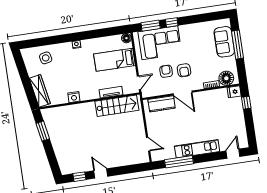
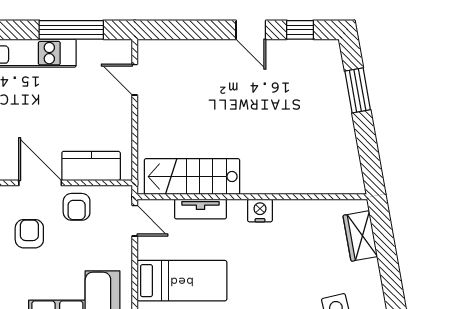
armchair: (166, 71) -> (77, 207), moved
door: (139, 83) -> (135, 221), swing flipped
wardrobe: (40, 91) -> (360, 236), width x0.67
nightstand: (74, 97) -> (260, 210), moved
window: (43, 131) -> (358, 90), moved

